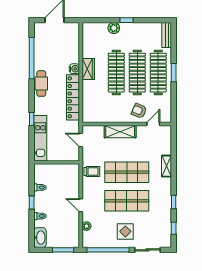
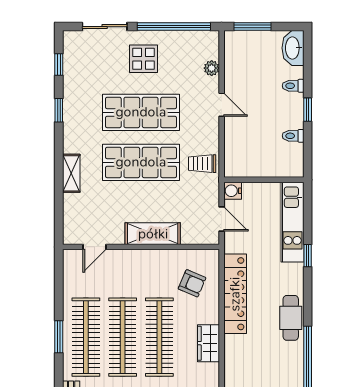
water cooler: (74, 69) -> (233, 191), moved
armchair: (139, 111) -> (192, 283), moved

